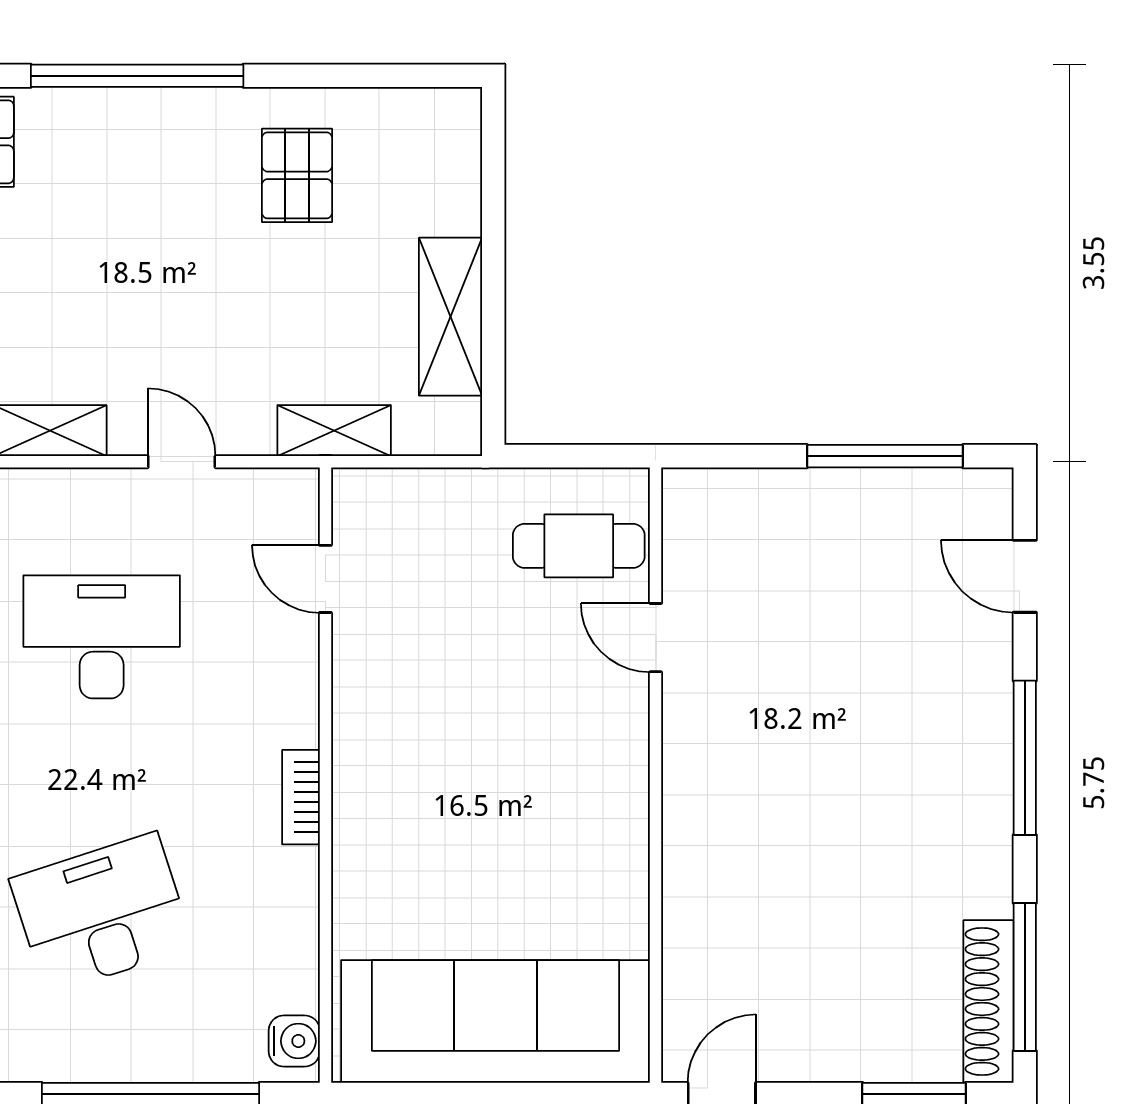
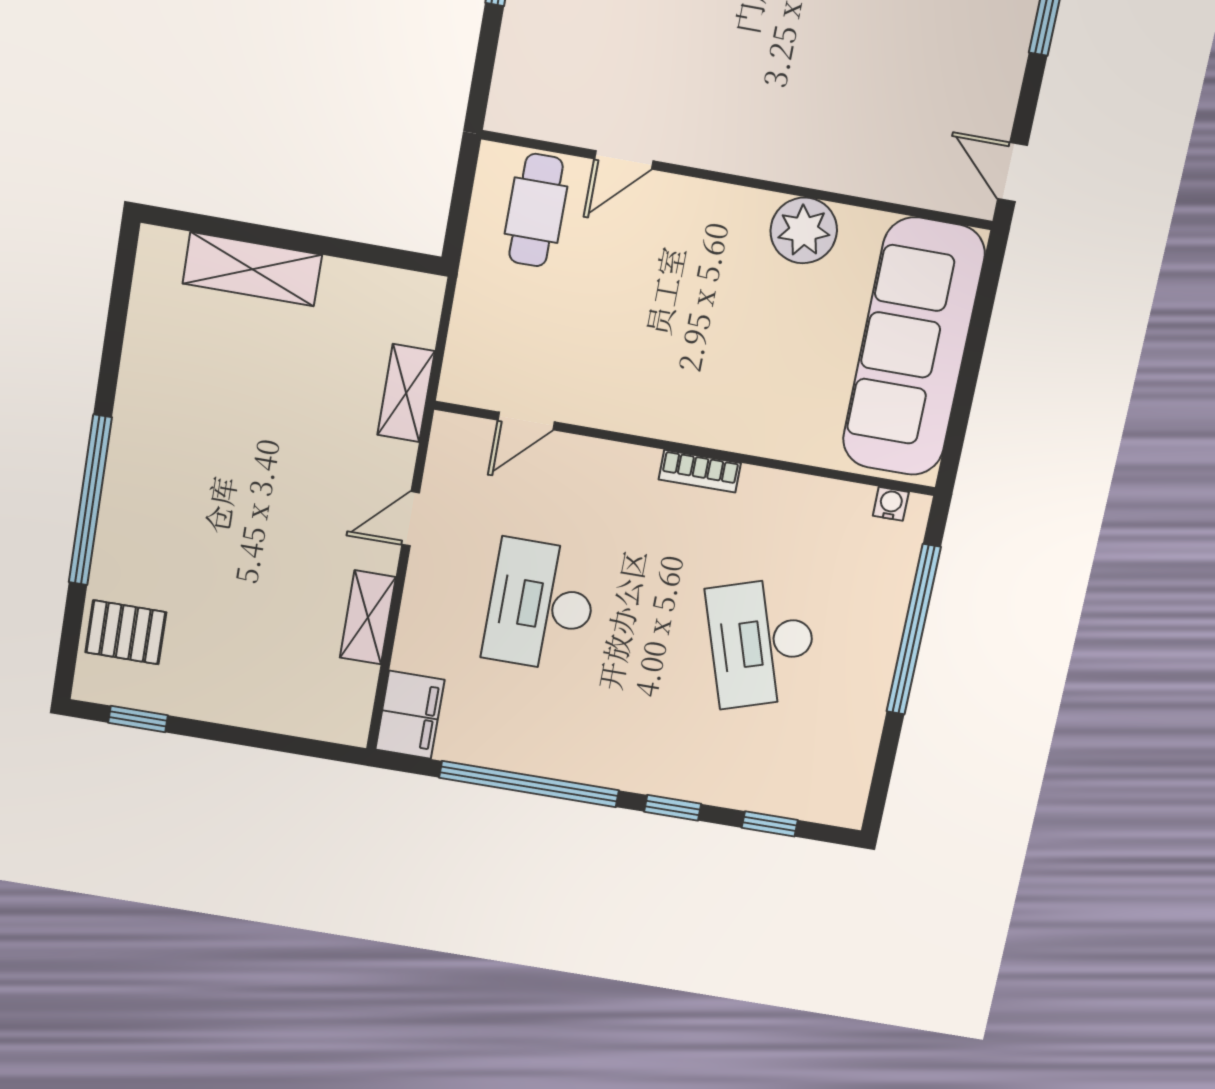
pallet: (297, 175) -> (191, 387), removed
shelving: (450, 317) -> (252, 269), moved
plant: (611, 864) -> (804, 230), added
water cooler: (294, 1041) -> (891, 504), width x0.72, depth x0.72

